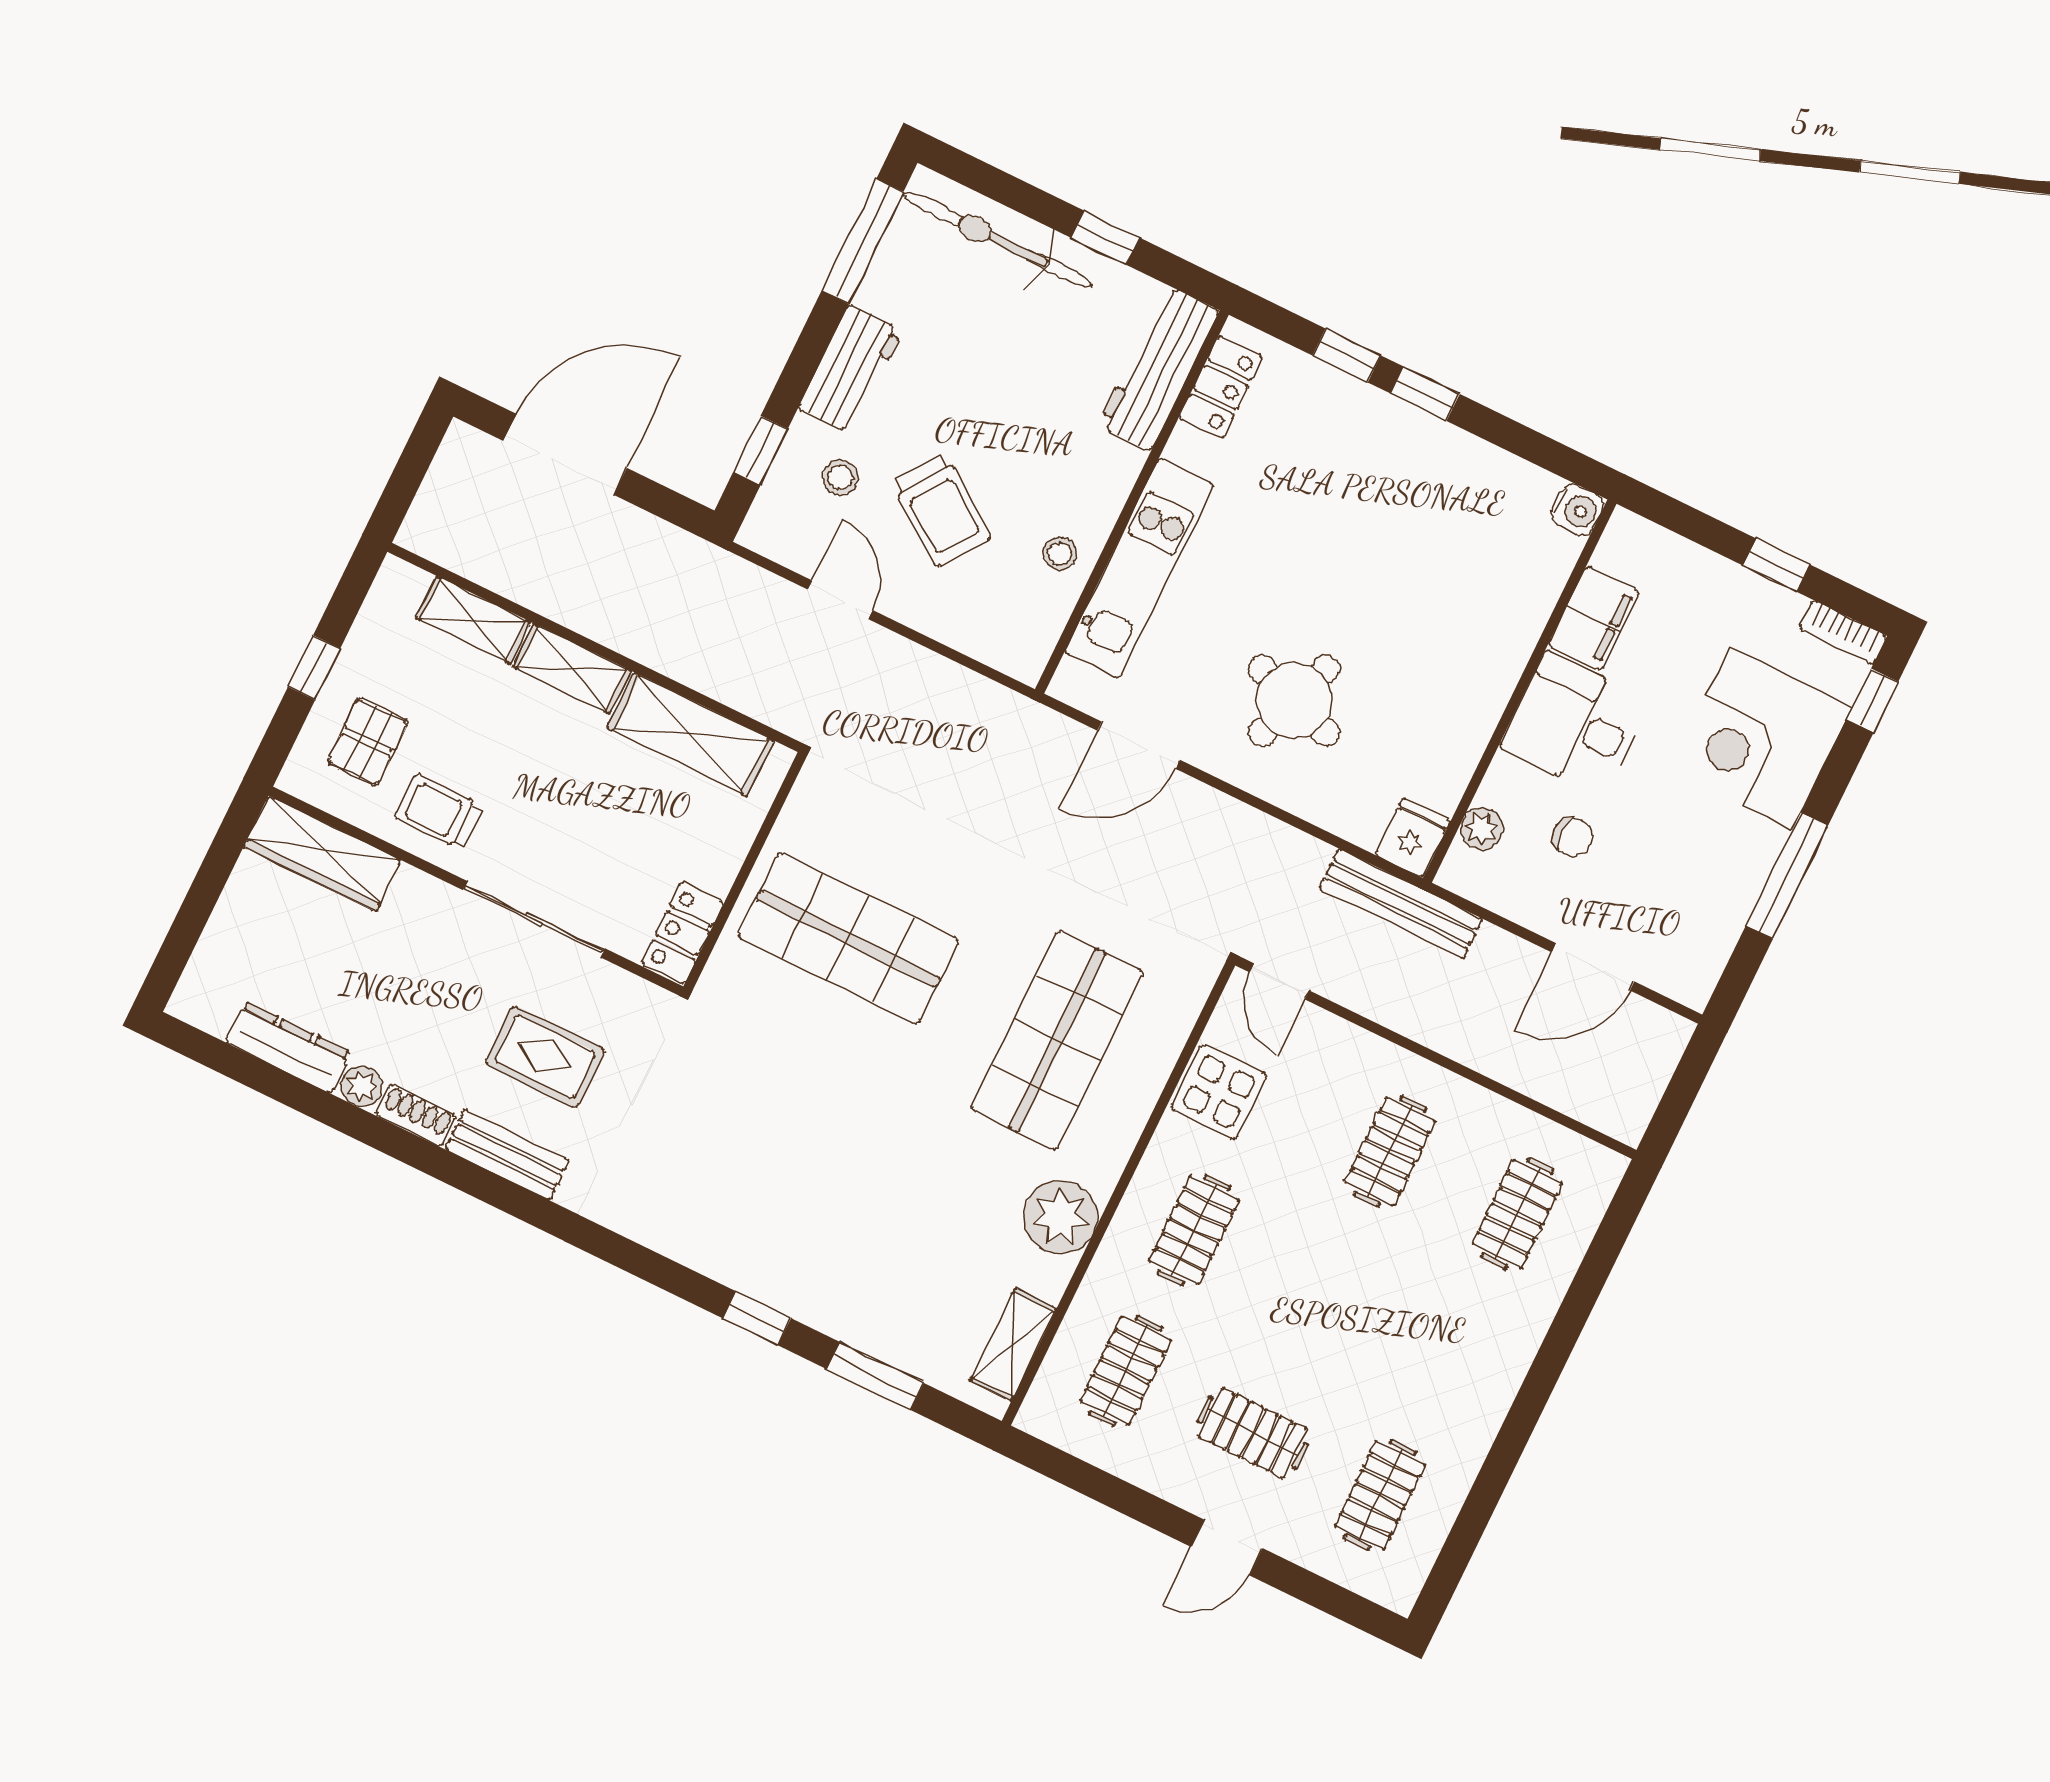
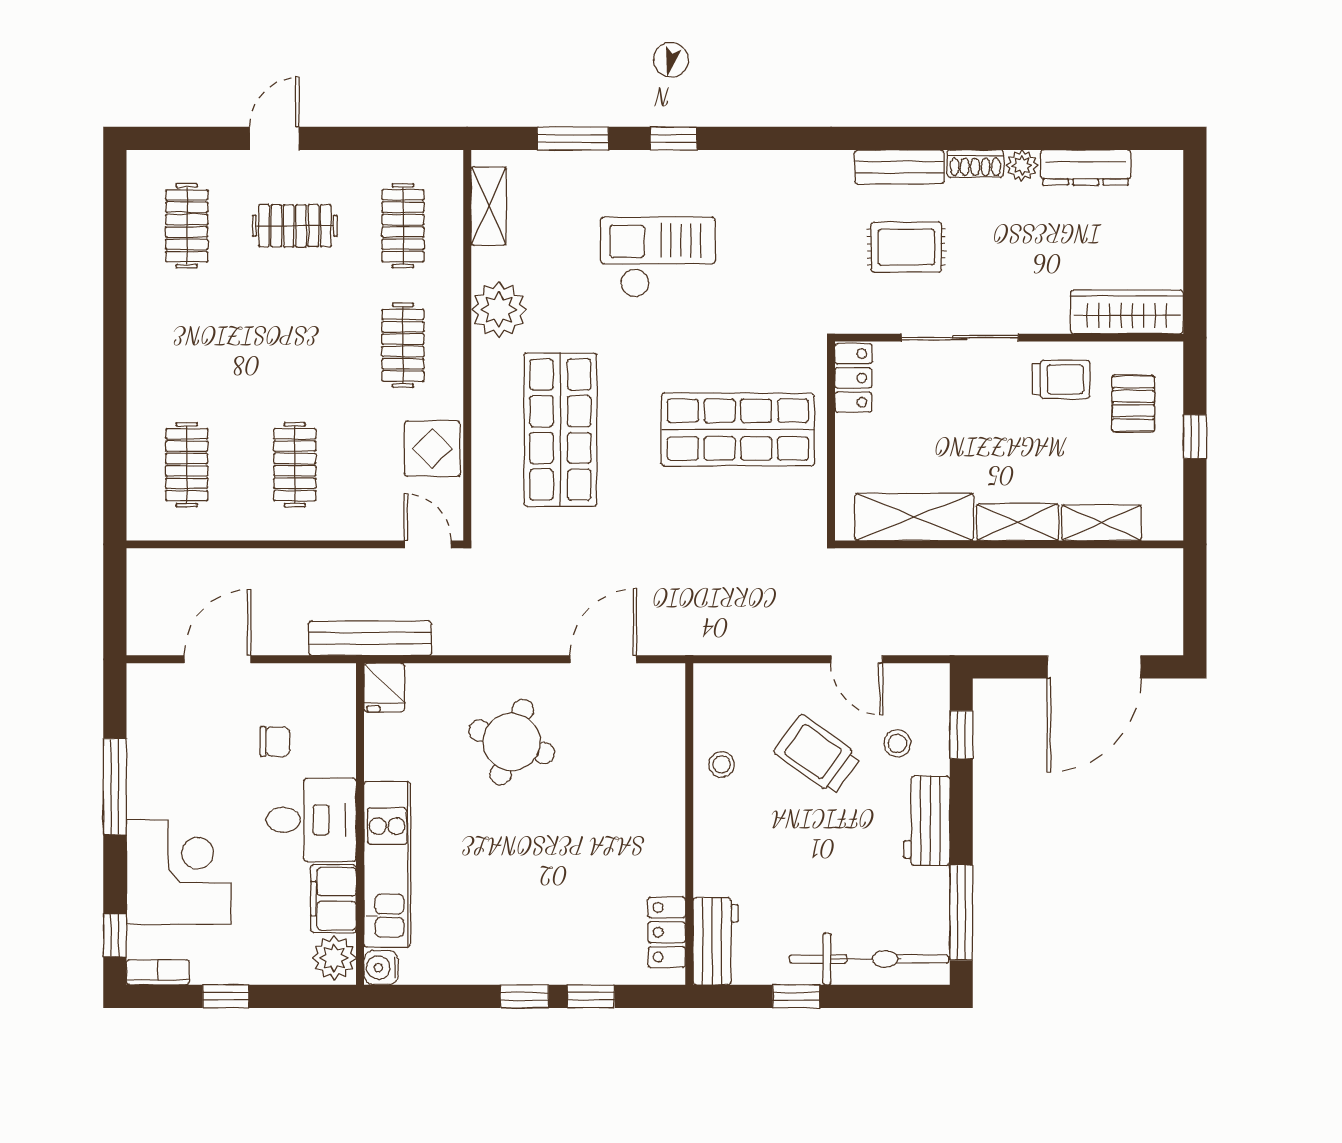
workbench: (1159, 368) -> (716, 941), width x0.73
kitchen unit: (1139, 568) -> (387, 864), moved, turned 180
plant: (1482, 828) -> (334, 958), moved, width x1.38, depth x1.38
chair: (1572, 837) -> (275, 742), turned 180
checkout: (843, 1187) -> (658, 257), added

